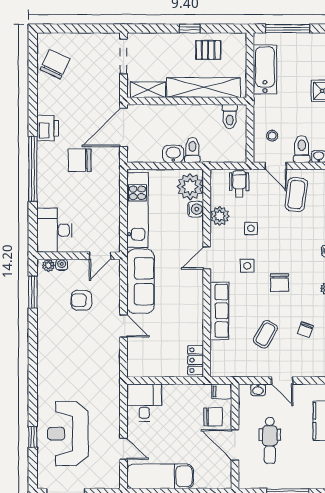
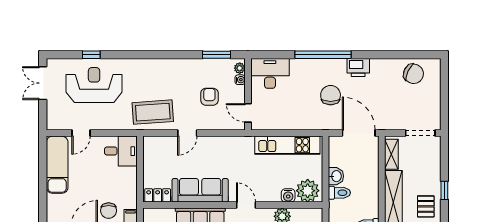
sofa: (141, 281) -> (200, 190), moved, turned 180
coffee table: (99, 366) -> (153, 112), added

